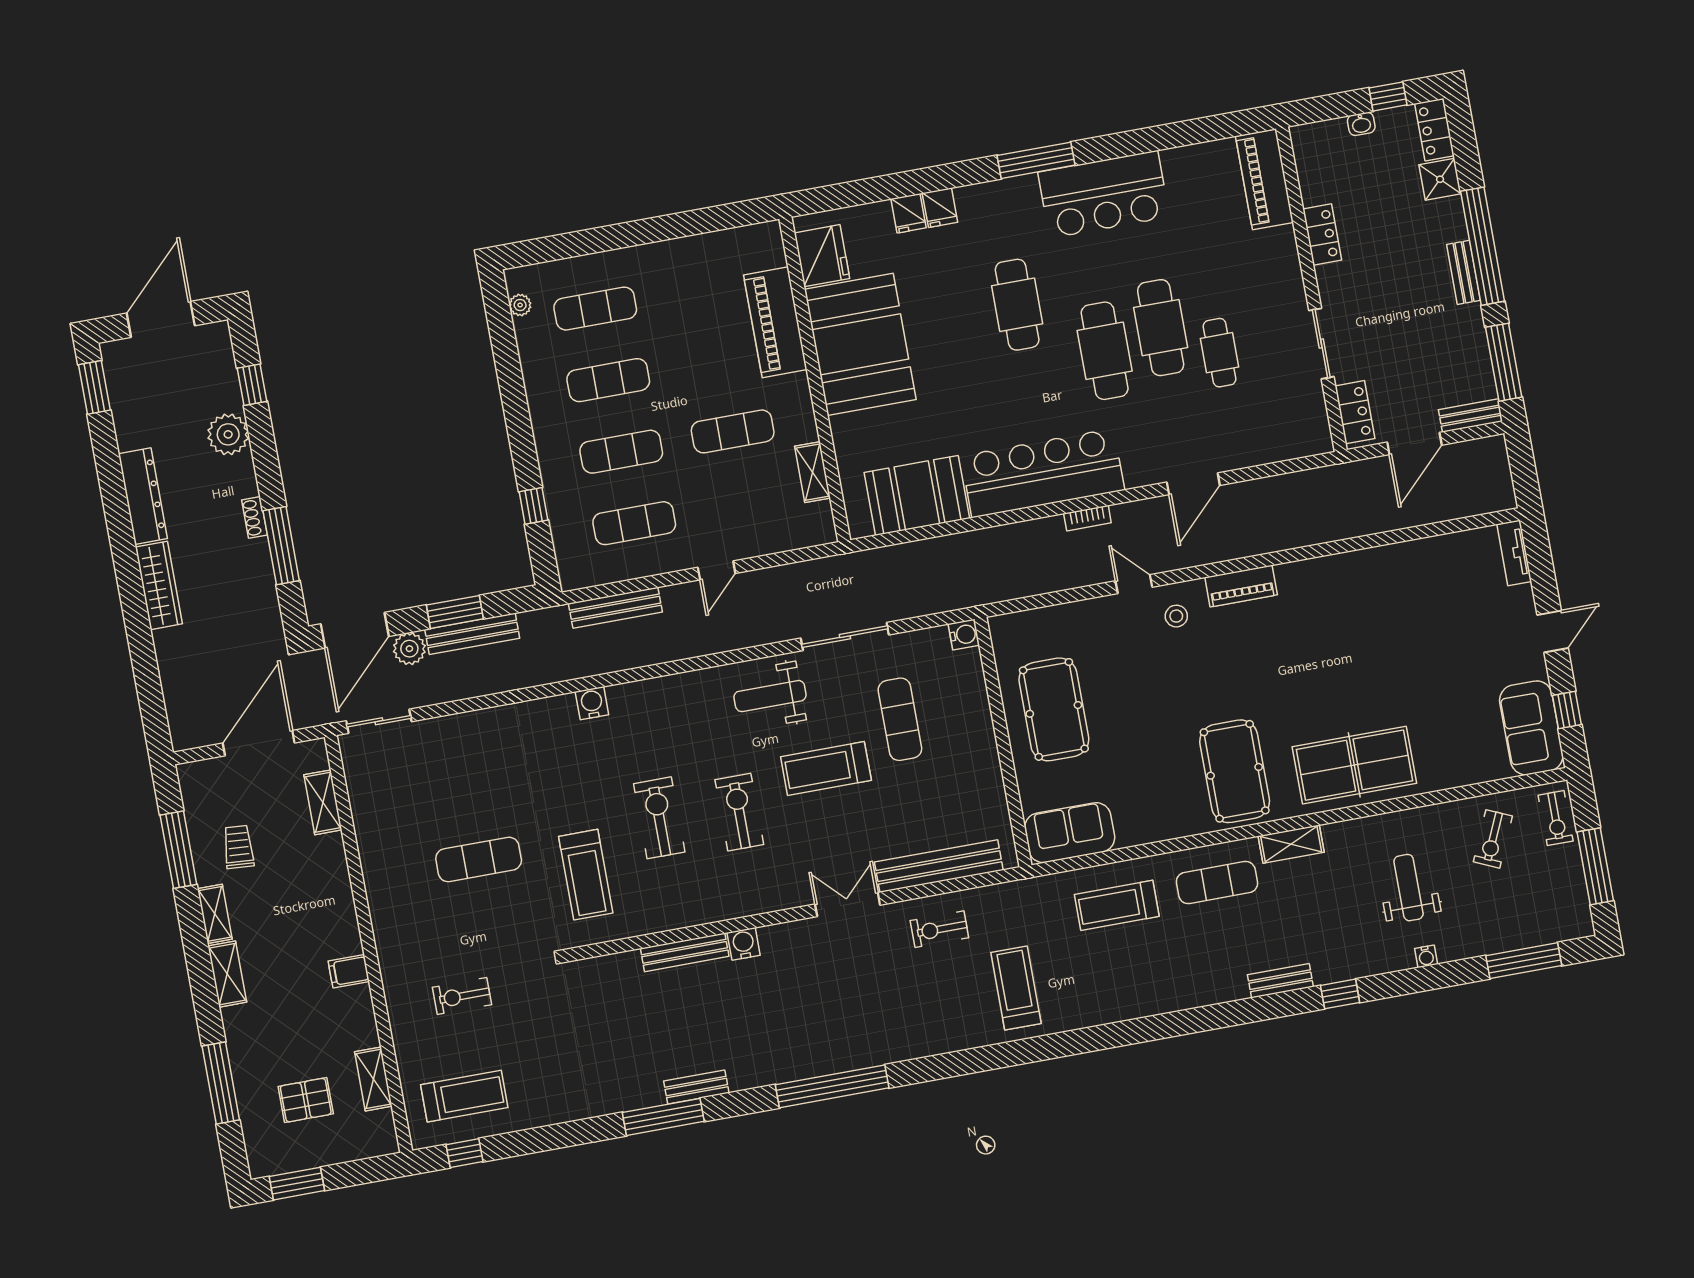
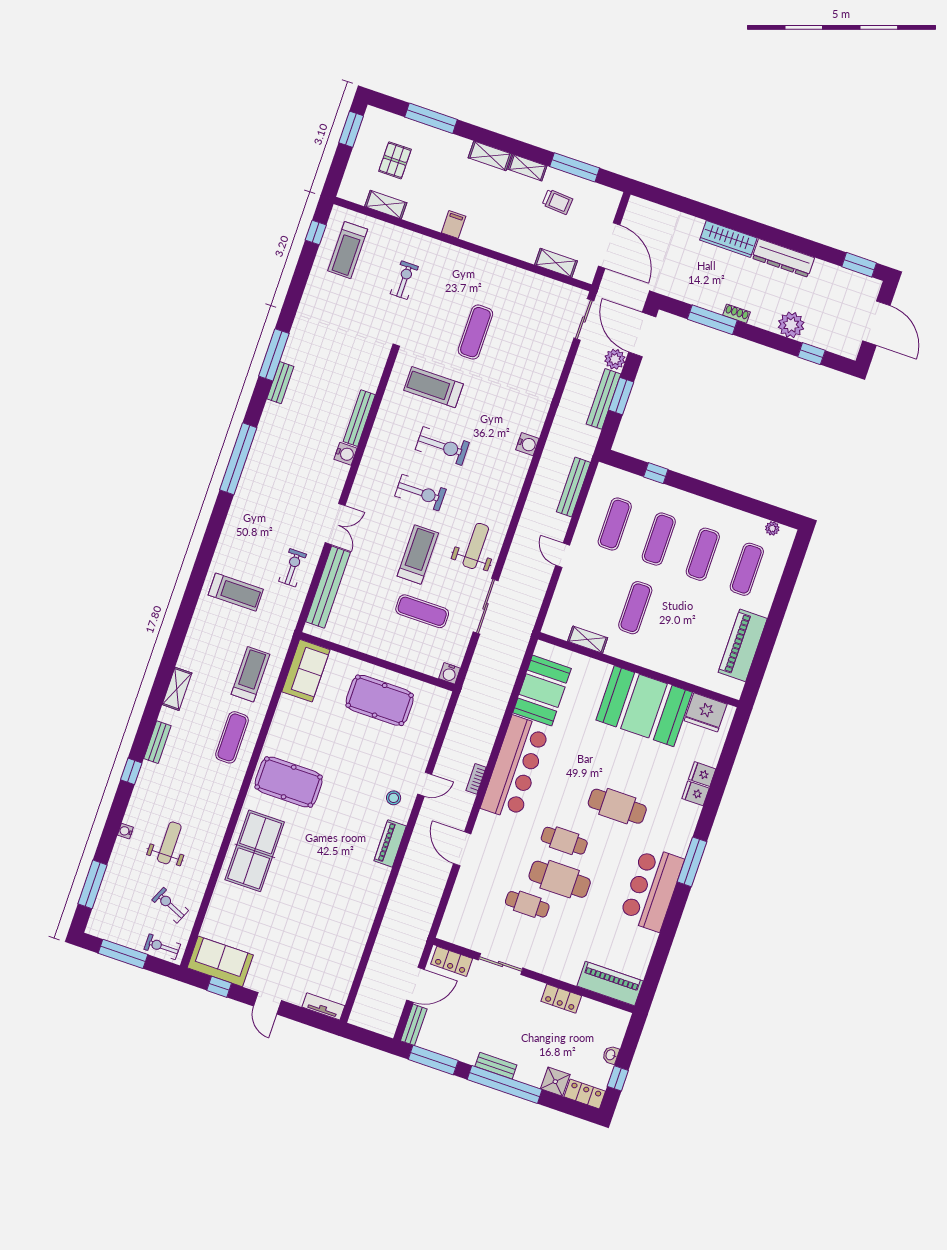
piano: (775, 322) -> (743, 645), moved, turned -90
cafe table: (1105, 351) -> (564, 841), width x0.73, depth x0.74
door: (1414, 444) -> (416, 985), swing flipped
shelving: (1291, 844) -> (177, 689), moved
weight bench: (1409, 888) -> (169, 843), turned -90

